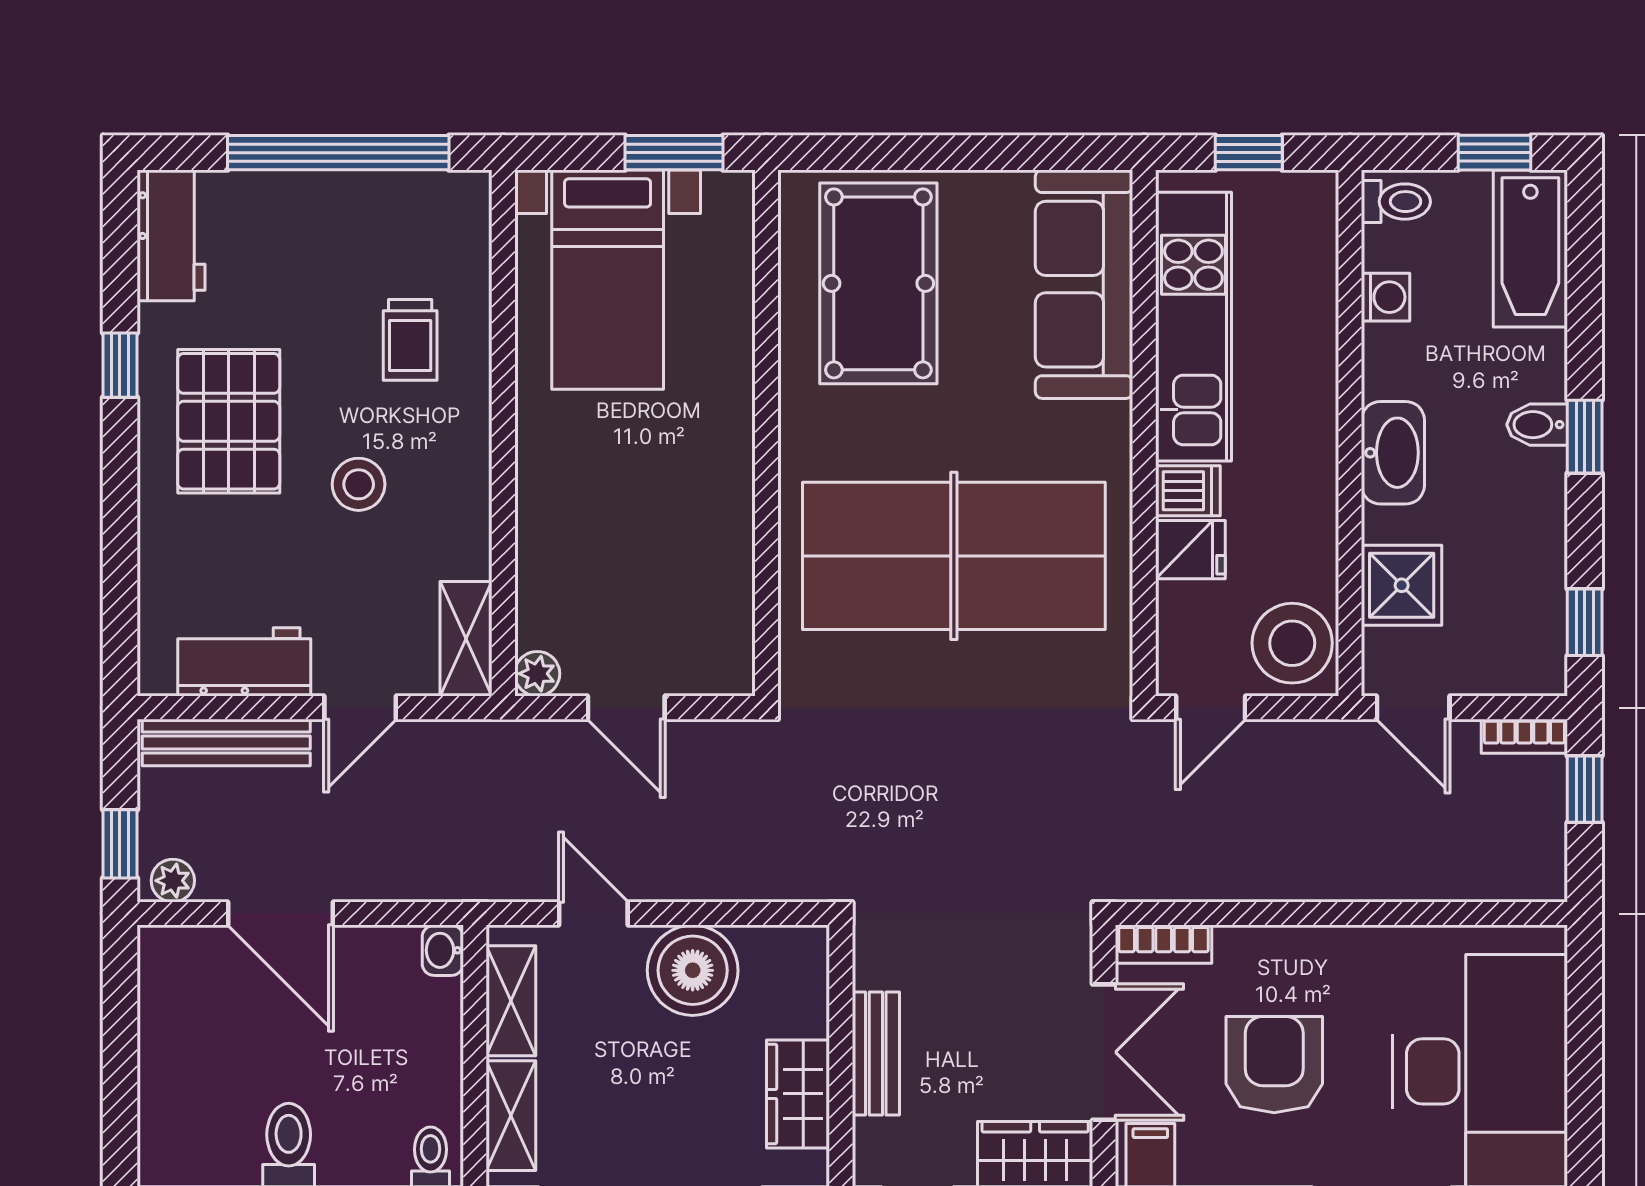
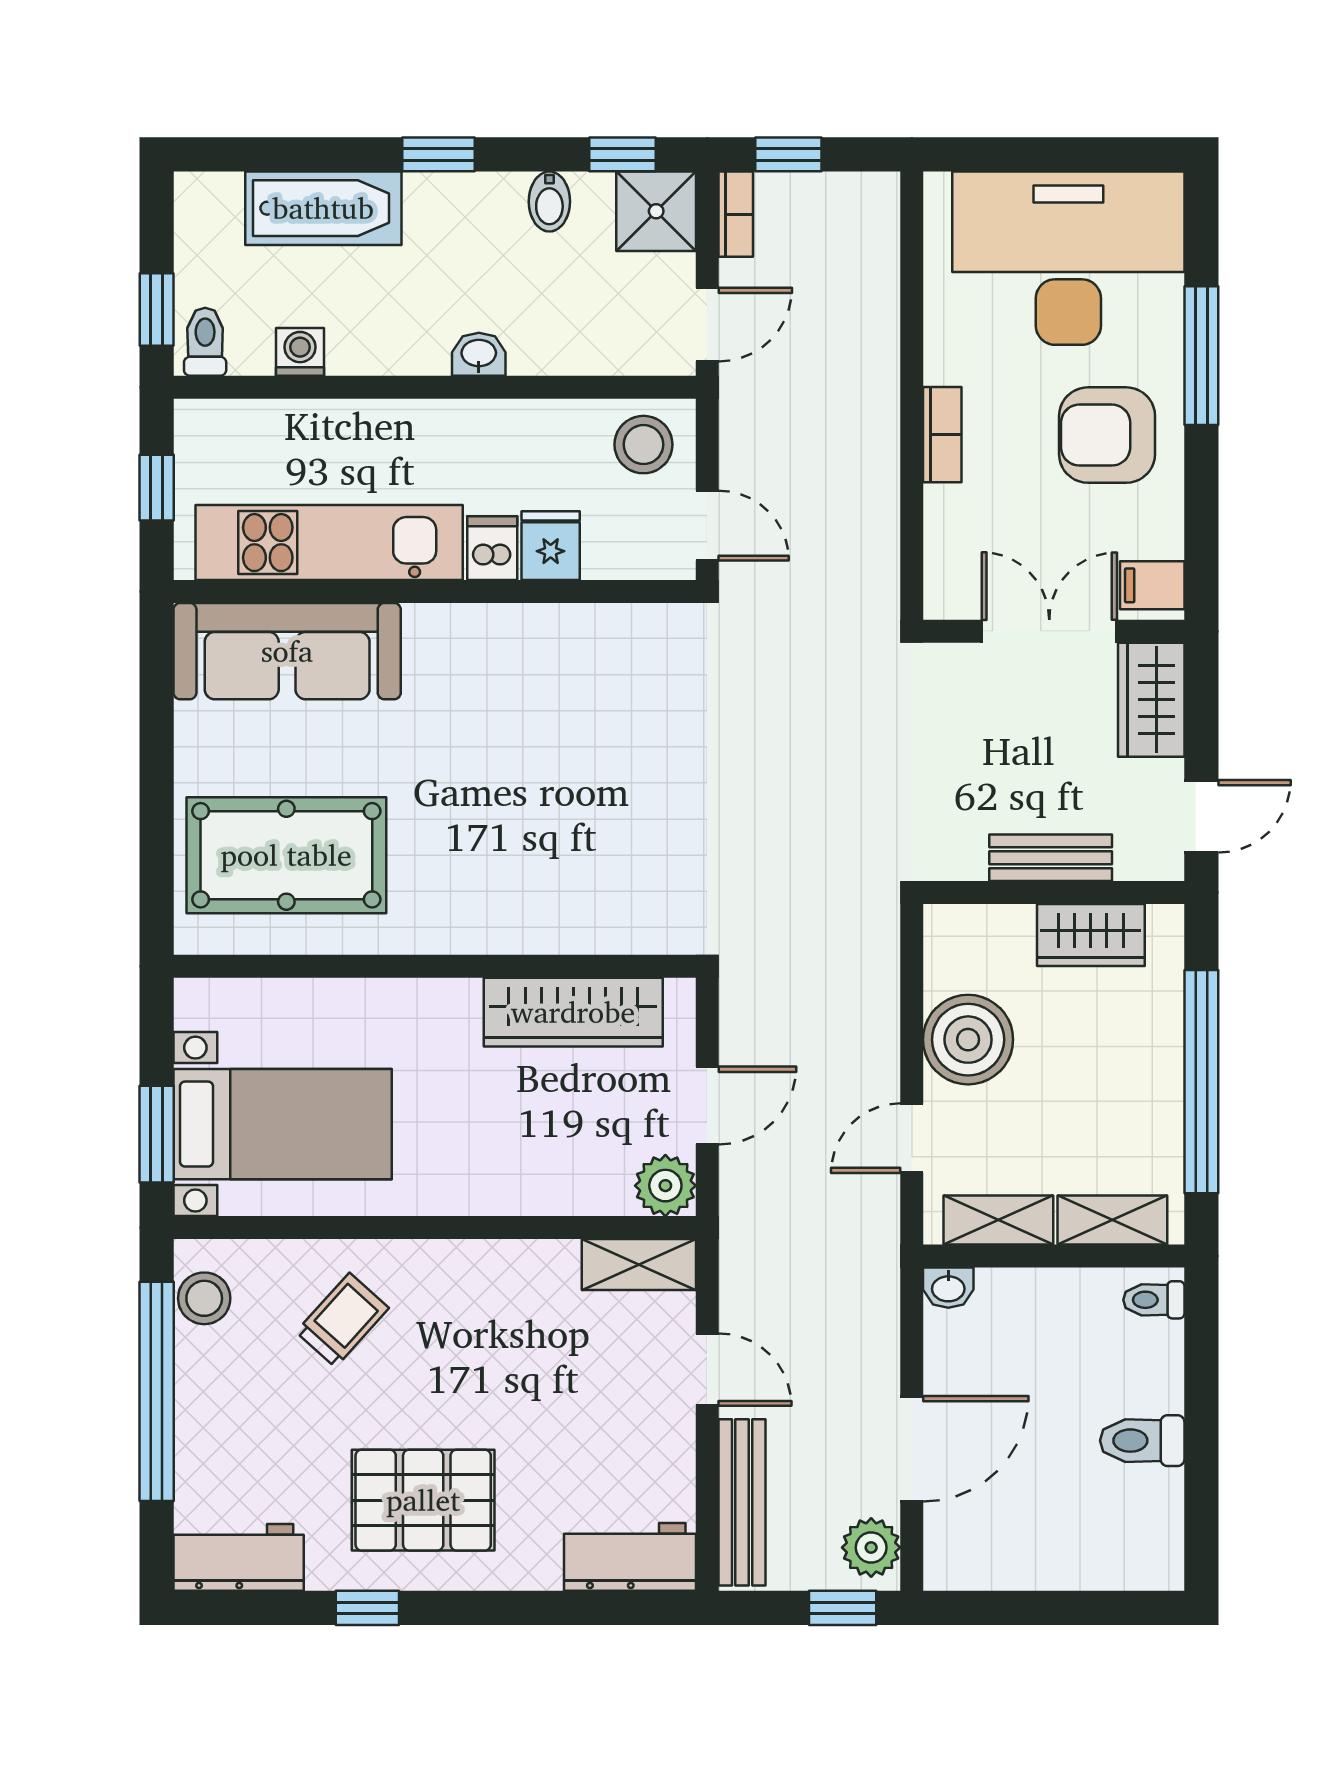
window: (674, 153) -> (157, 1134), moved
window: (1494, 153) -> (157, 309), moved
bathtub: (1530, 248) -> (323, 208), moved
trolley: (410, 340) -> (342, 1320), turned -48
bidet: (1537, 425) -> (549, 201), moved
washbasin: (1393, 453) -> (479, 354), width x0.52, depth x0.69
stool: (359, 484) -> (204, 1298), moved
table tennis table: (954, 556) -> (557, 780), removed
wardrobe: (720, 573) -> (573, 1012), added
shower: (1402, 585) -> (656, 211), moved
stool: (1292, 643) -> (643, 445), width x0.73, depth x0.73
workbench: (244, 662) -> (630, 1557), moved, turned 90
plant: (537, 674) -> (665, 1186), width x1.38, depth x1.38
plant: (173, 881) -> (871, 1547), width x1.38, depth x1.38
bookcase: (1164, 944) -> (942, 435), moved
armchair: (1274, 1065) -> (1107, 435), moved

